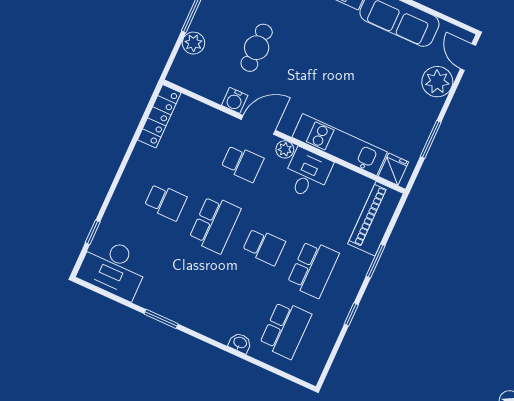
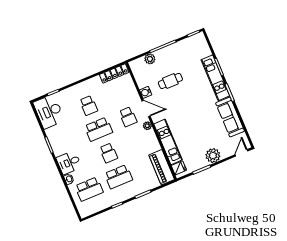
plant: (437, 82) -> (213, 156), moved
desk: (307, 174) -> (69, 163), moved, turned 180
piano: (376, 219) -> (162, 167), moved, turned -90

